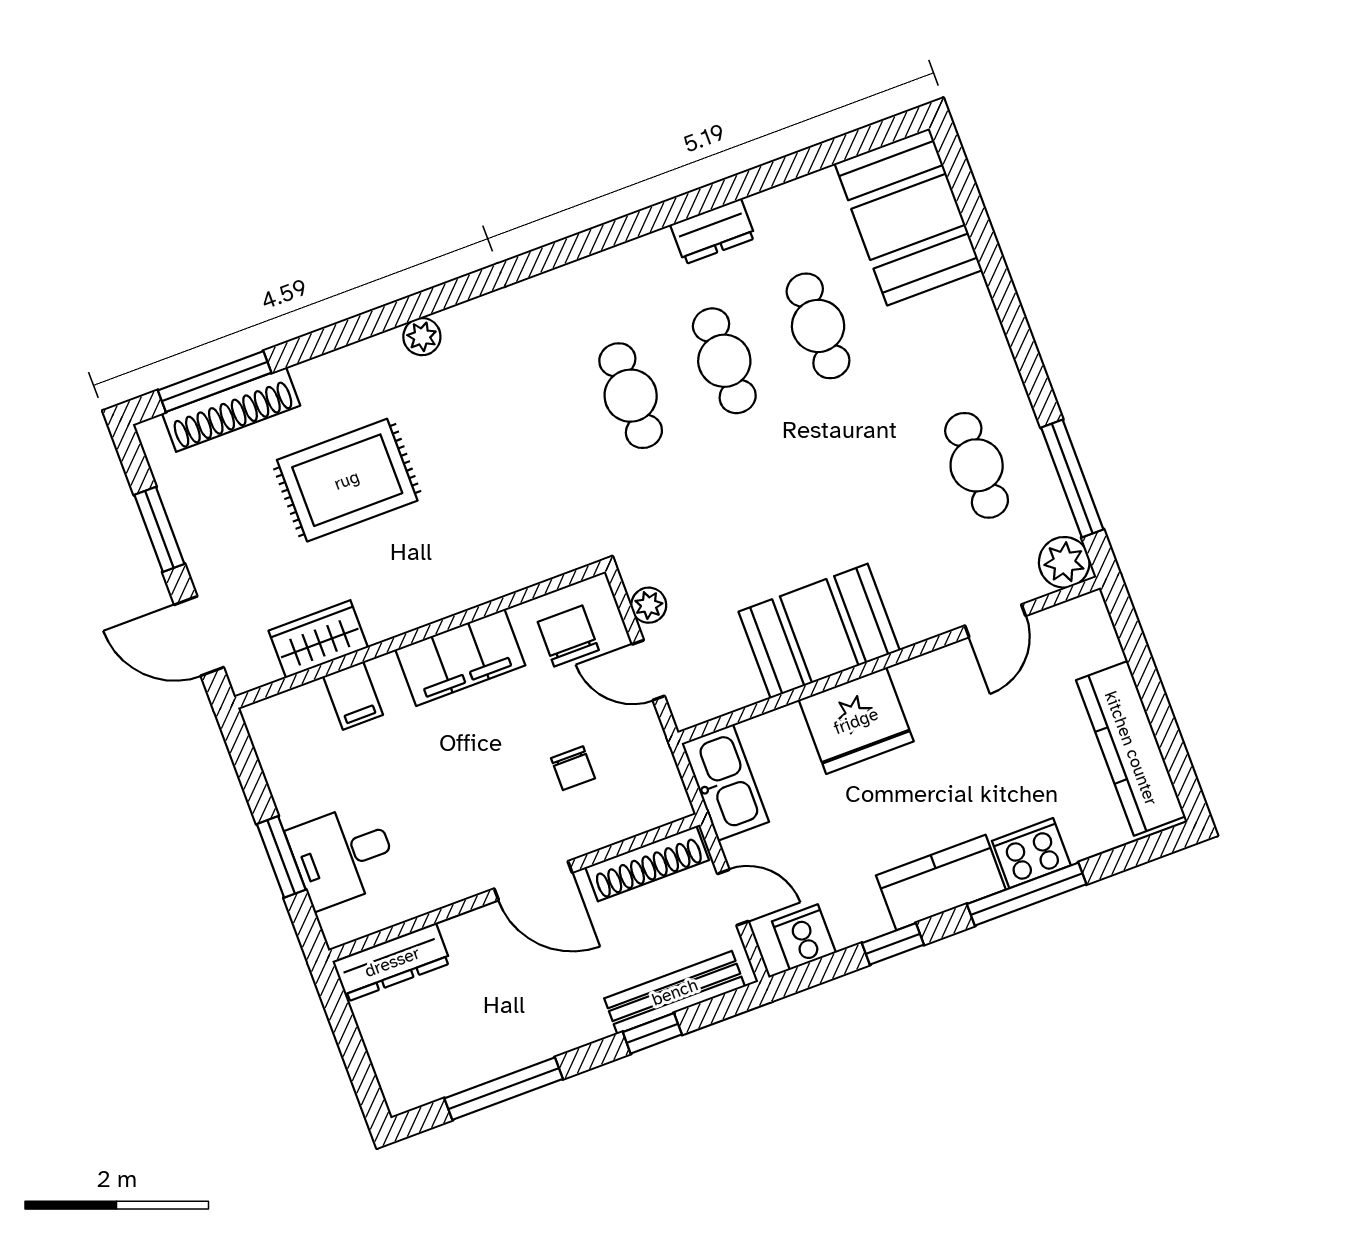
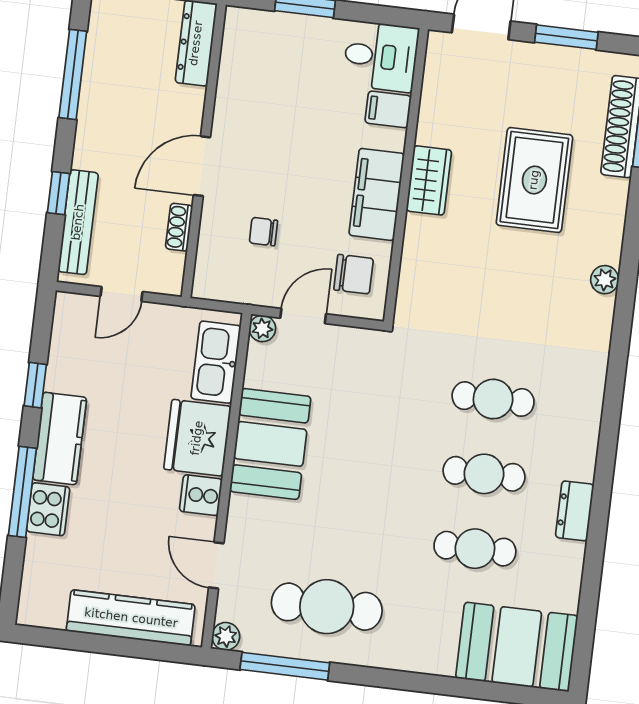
cafe table: (977, 465) -> (327, 607), width x1.37, depth x1.35
plant: (1064, 562) -> (226, 636), width x0.73, depth x0.73
plant: (649, 605) -> (262, 329), moved
wardrobe: (318, 639) -> (429, 180), moved
kitchen counter: (1131, 748) -> (131, 618), moved
kitchen sink: (725, 783) -> (216, 362), moved, turned 90
desk: (343, 855) -> (381, 56), moved, turned 90
shoe rack: (647, 864) -> (179, 227), width x0.51, depth x0.81
cooker: (804, 937) -> (201, 495), moved, turned 180

